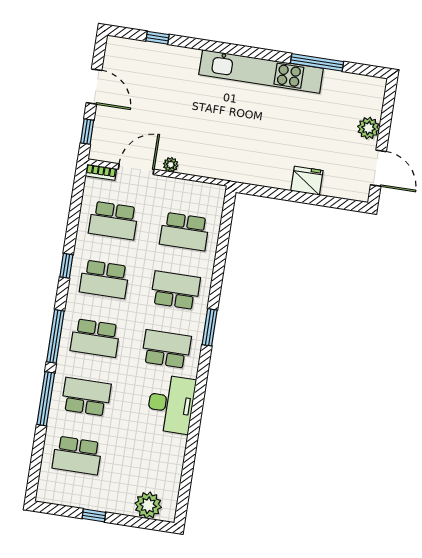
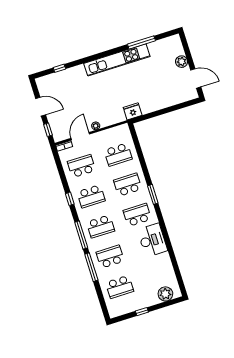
fridge: (307, 181) -> (133, 111), moved
school desk: (113, 221) -> (82, 166), turned 180

